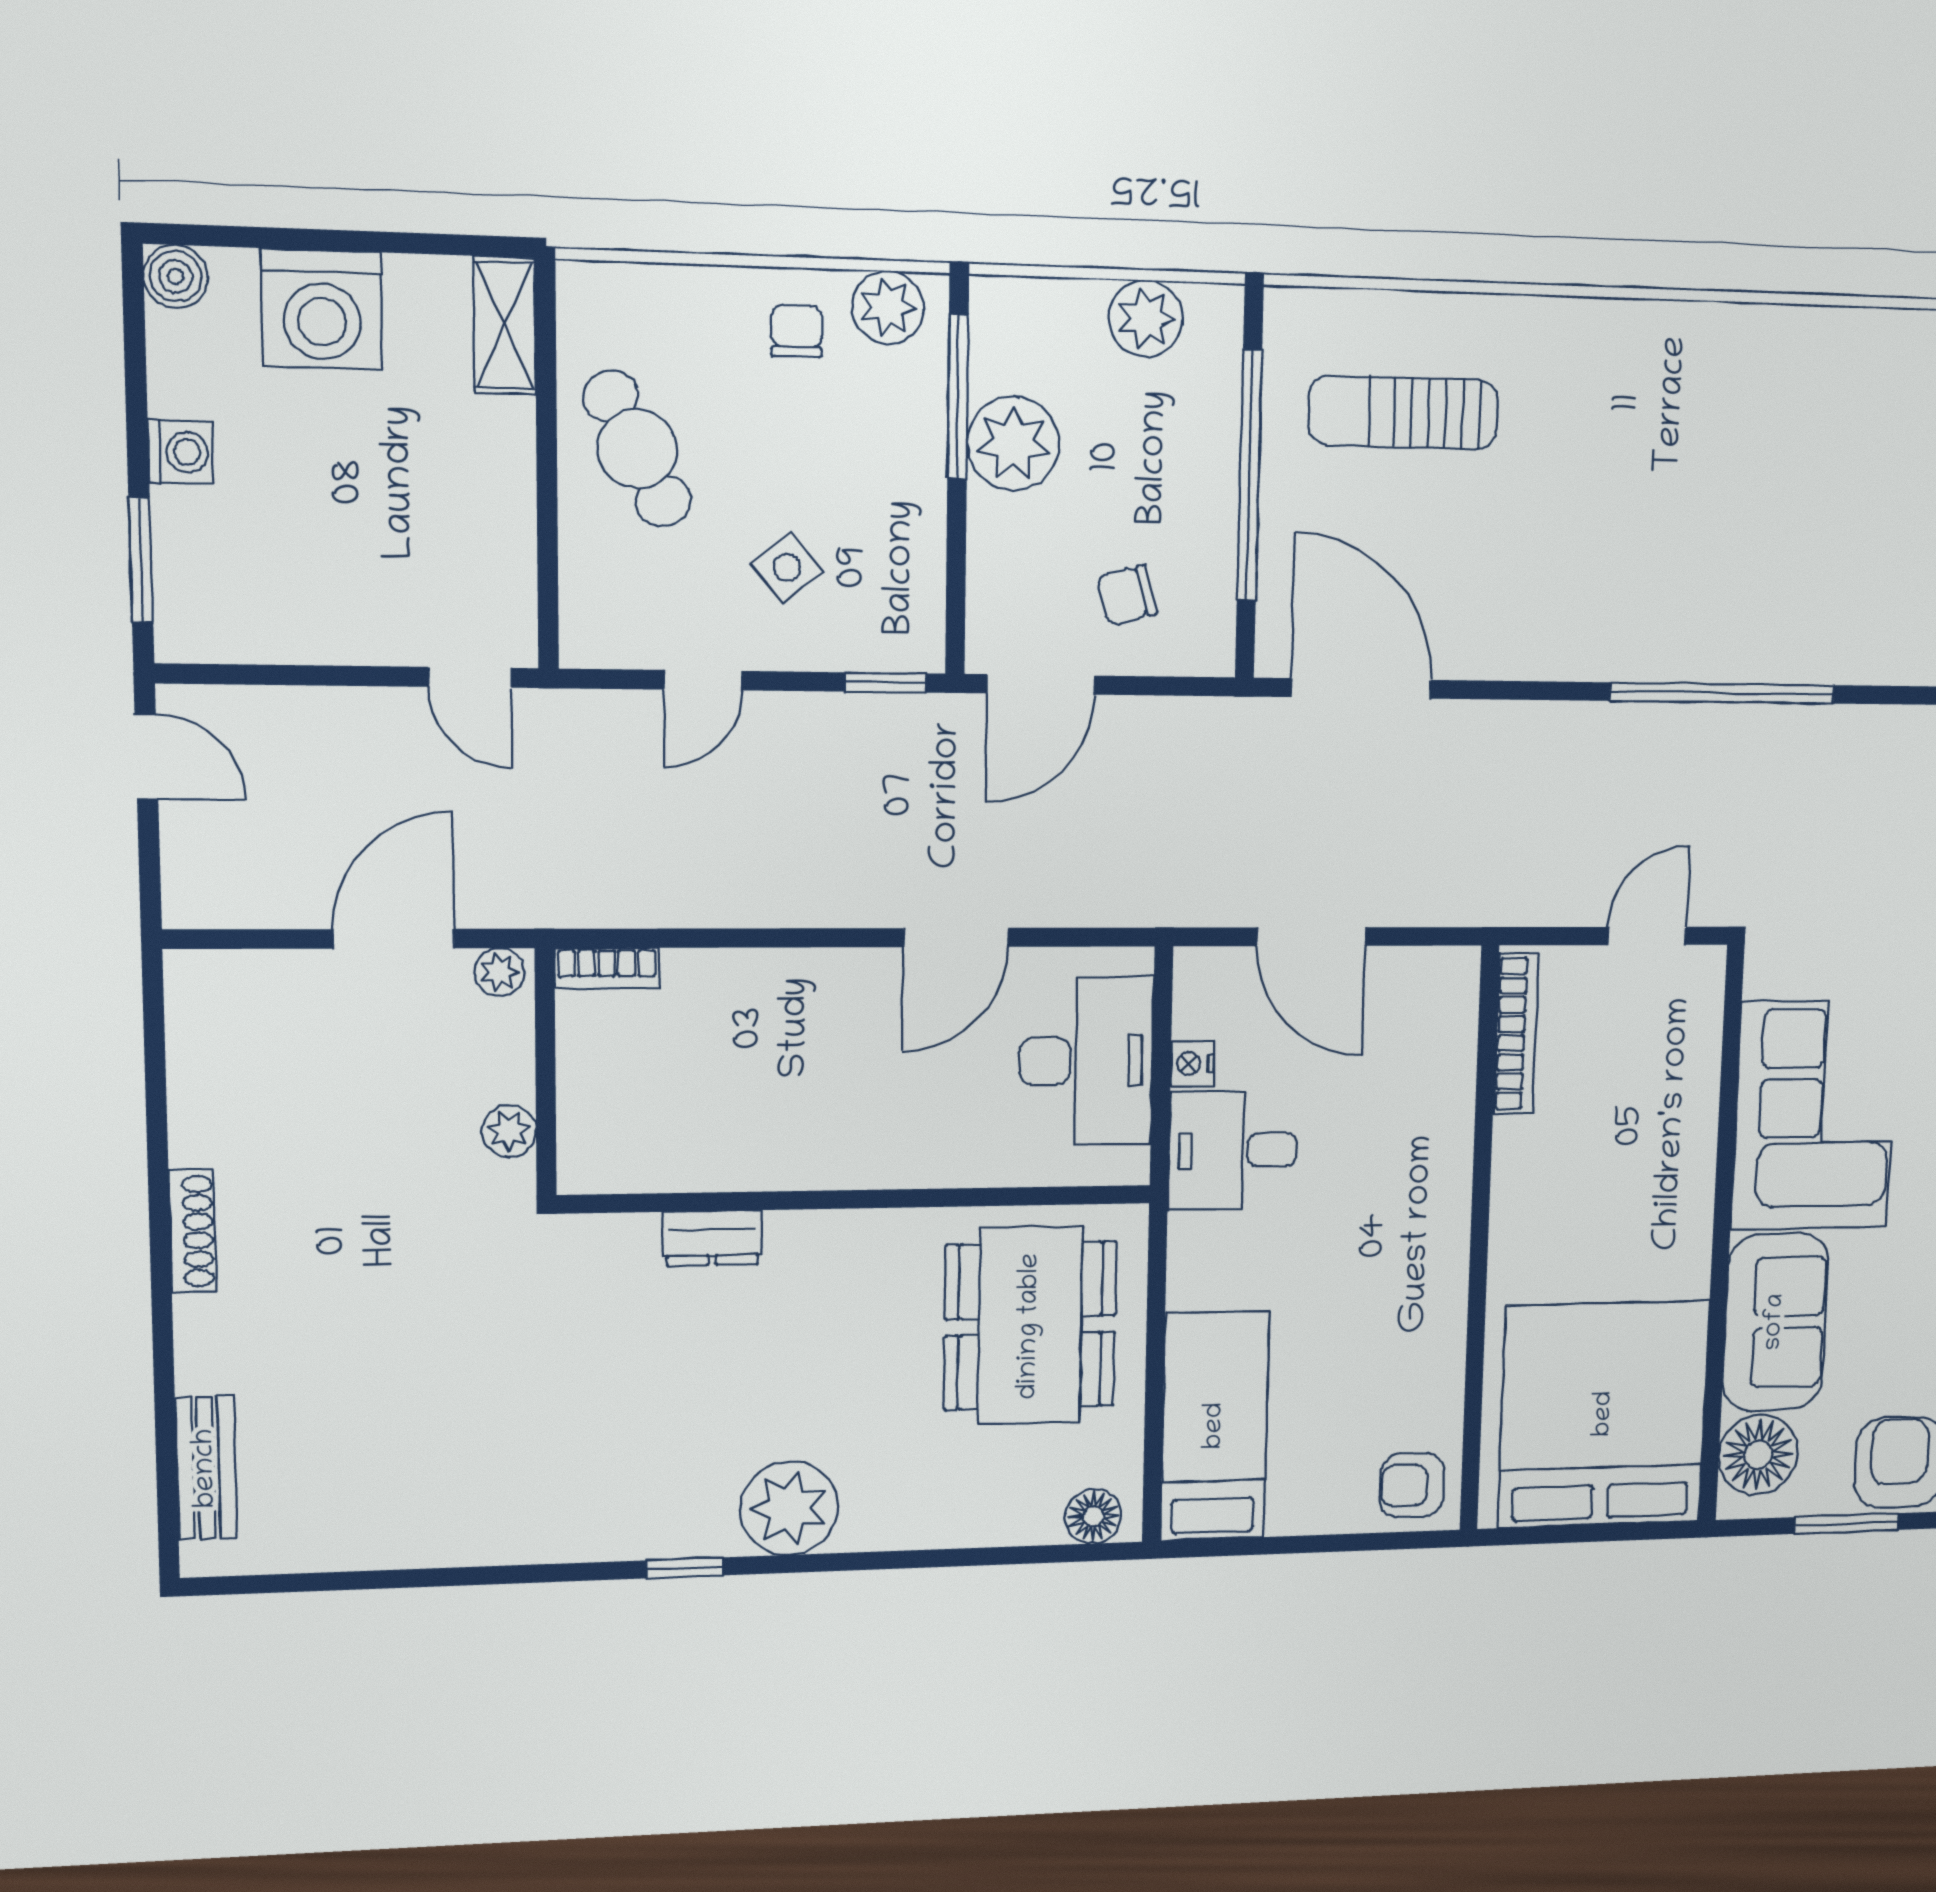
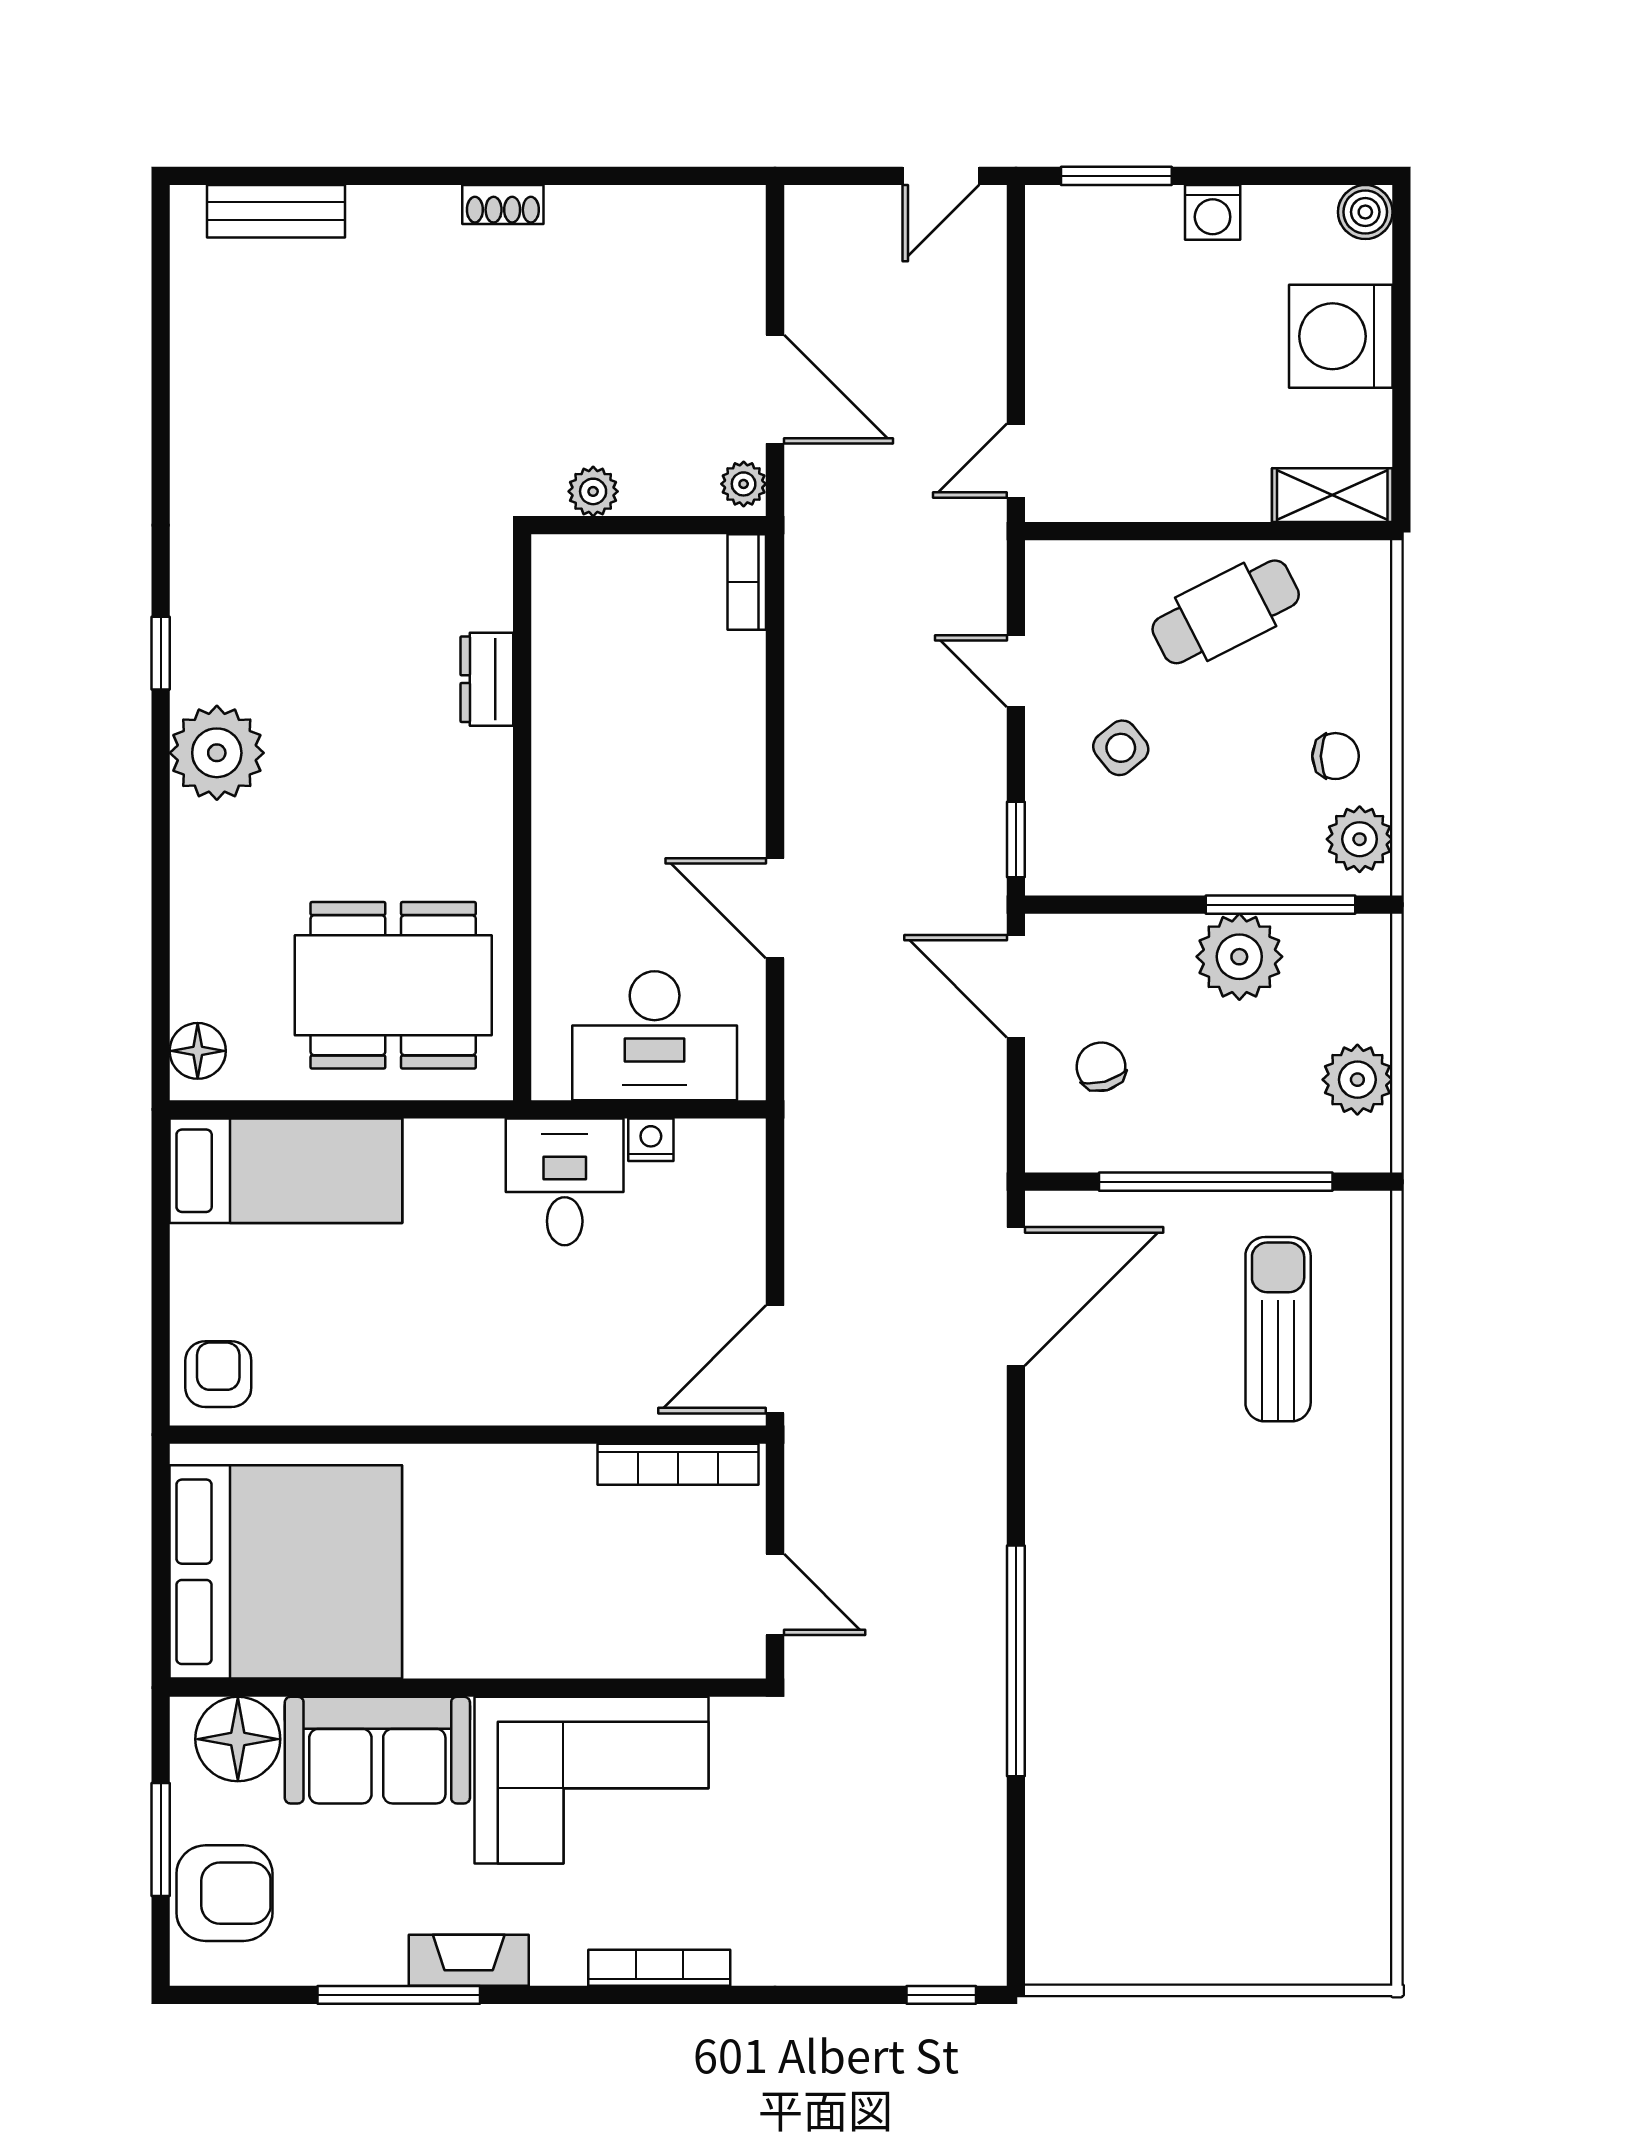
door: (1312, 937) -> (775, 1359), moved
shoe rack: (192, 1231) -> (503, 205), width x0.70

